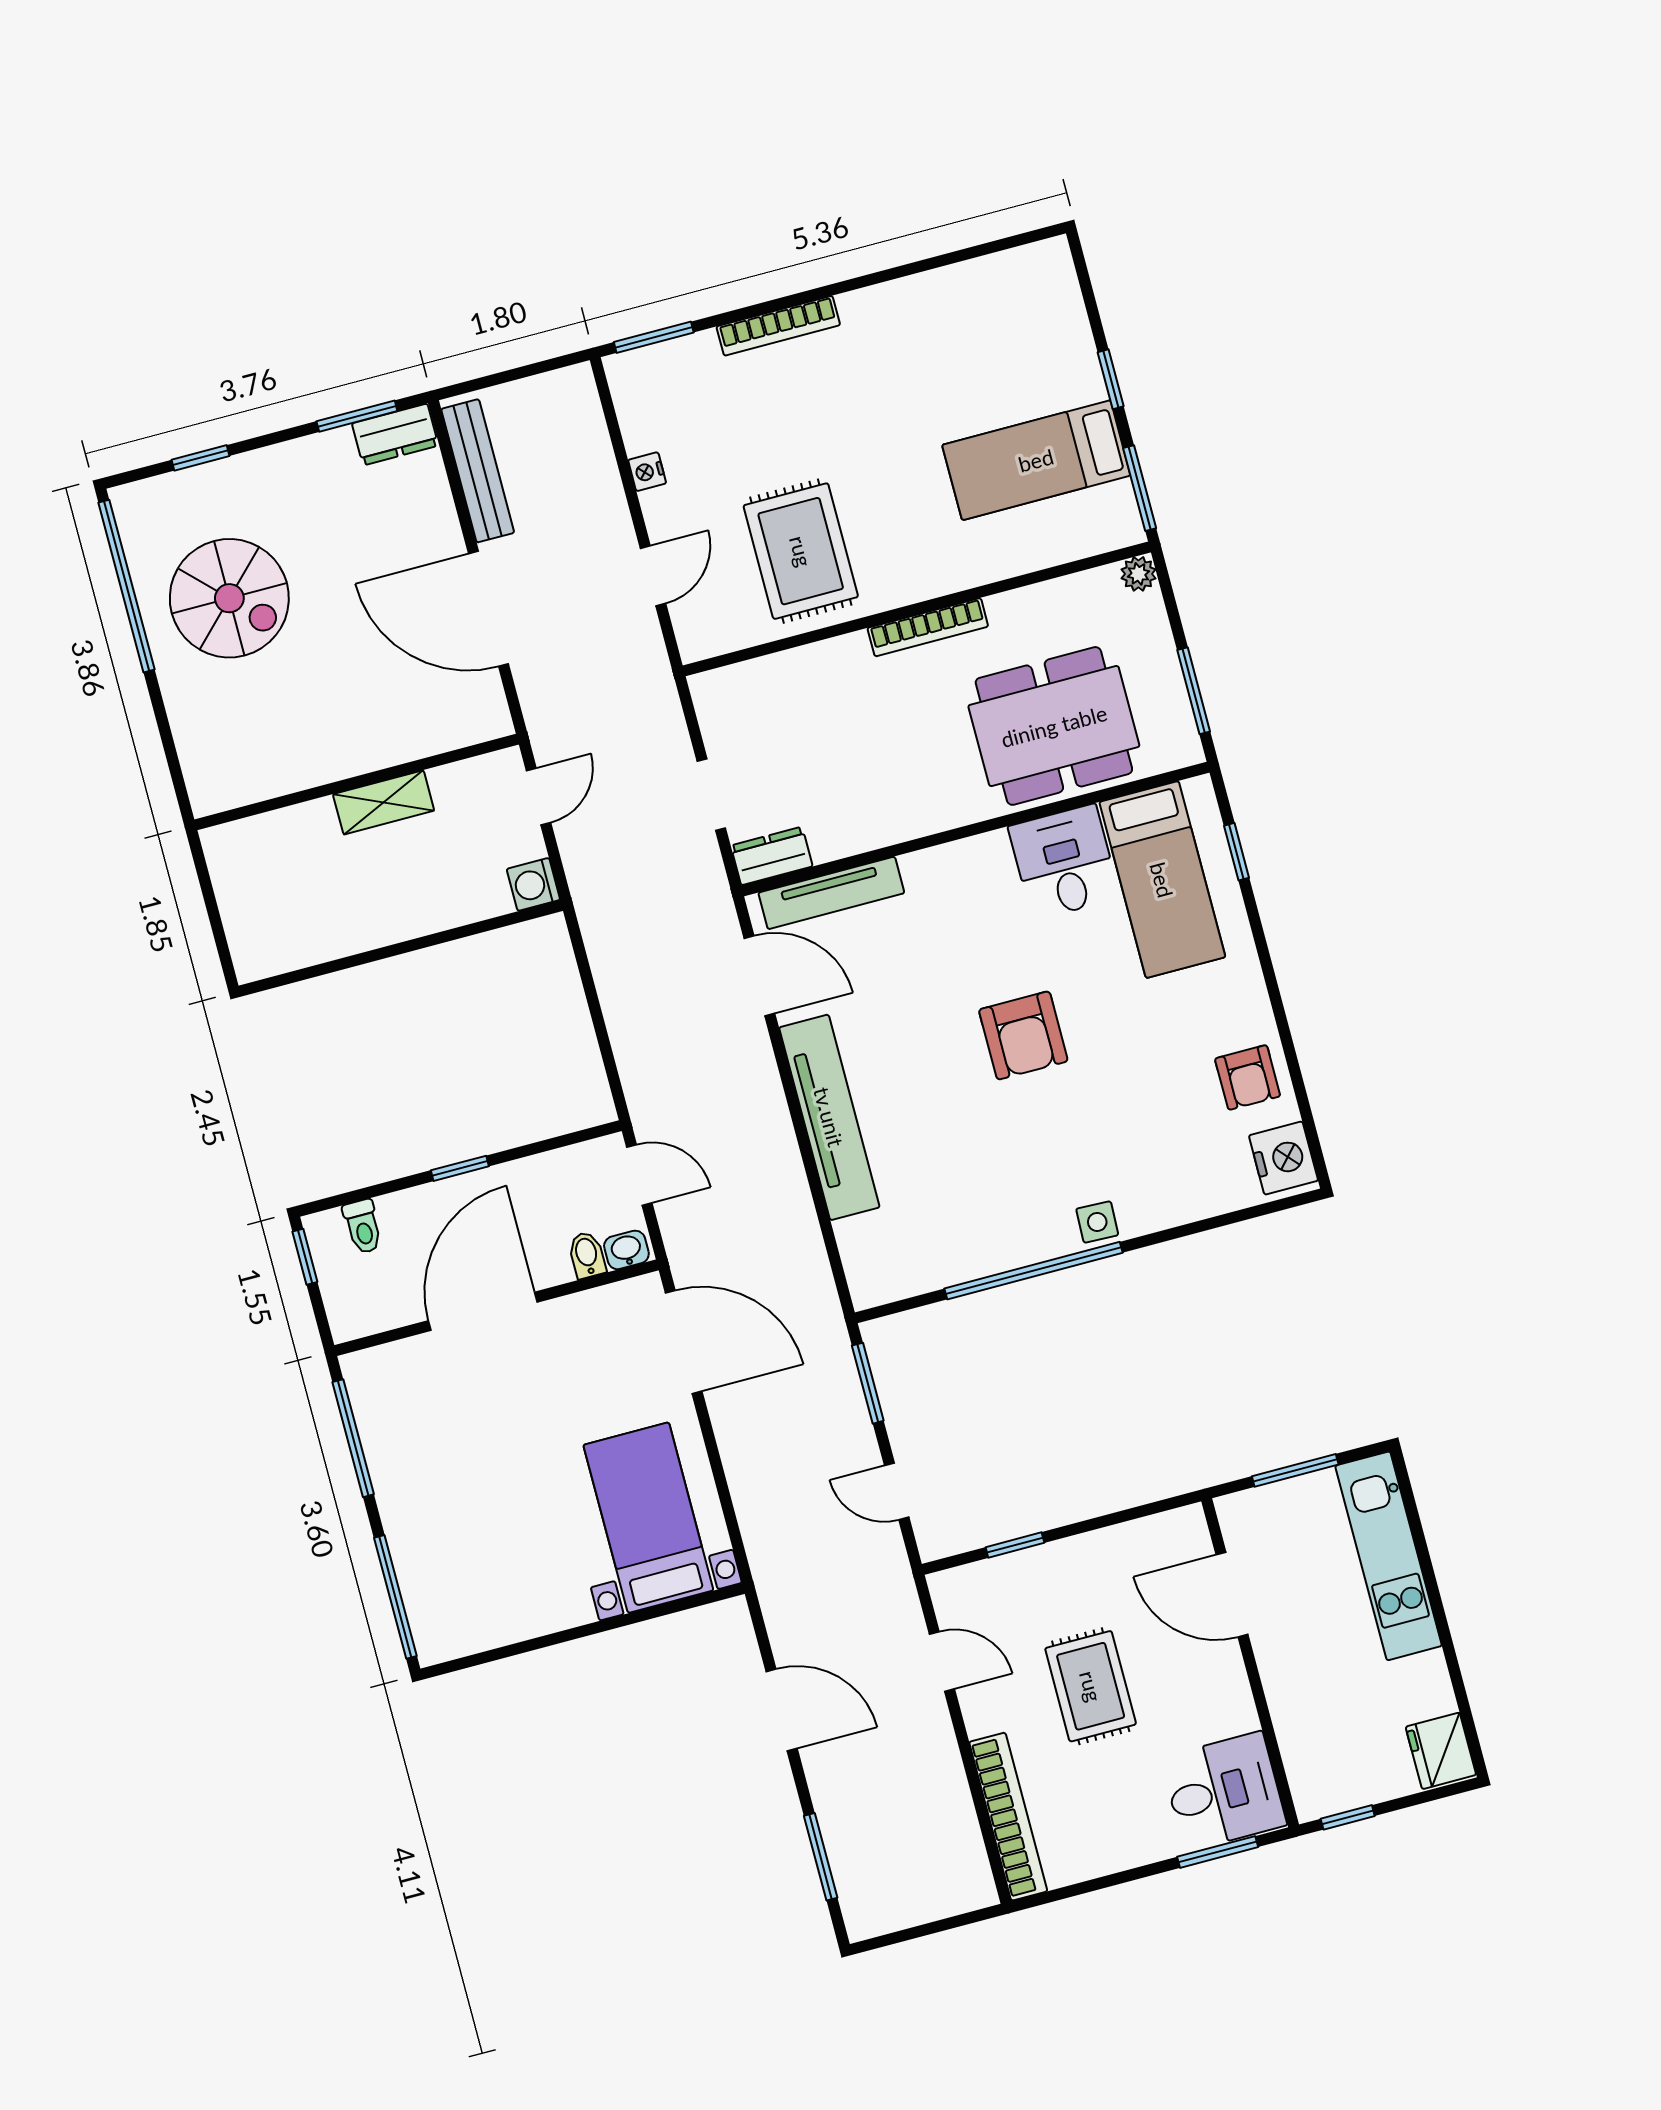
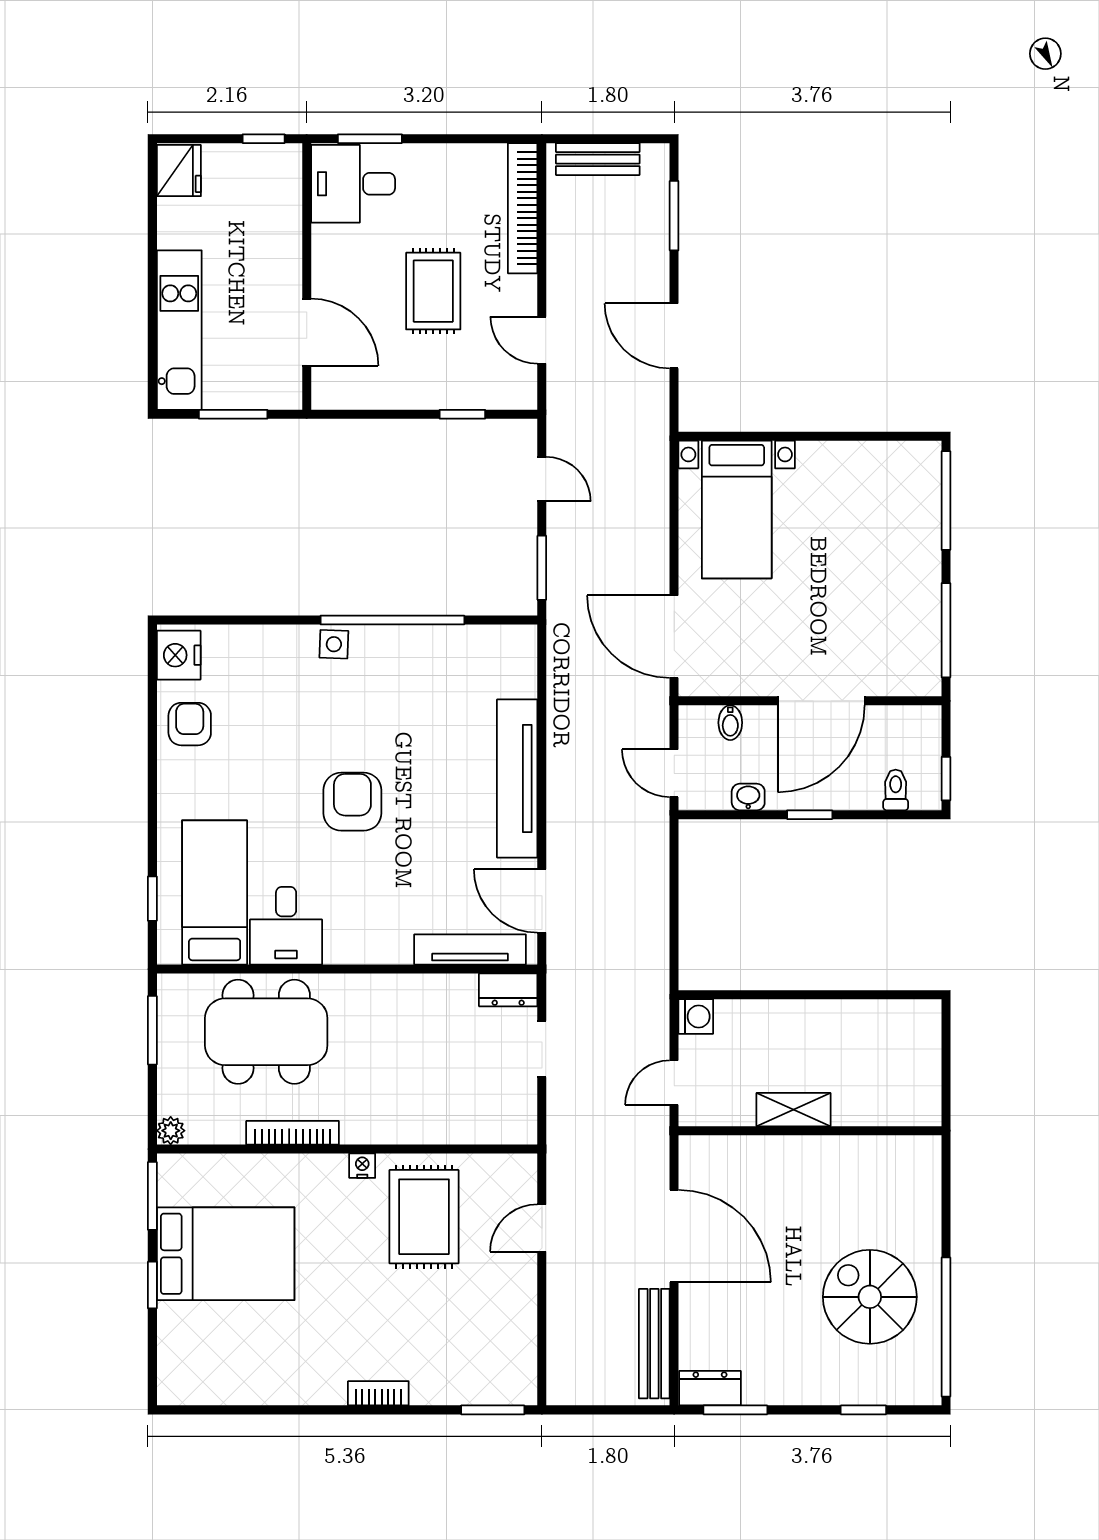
bookcase: (778, 326) -> (378, 1393), width x0.64
bed: (1036, 460) -> (226, 1254), width x1.50
nightstand: (647, 472) -> (362, 1166), moved, turned -90
bookcase: (928, 627) -> (293, 1133), moved
washbasin: (626, 1250) -> (748, 797), moved, turned 180
bench: (932, 1901) -> (598, 159), added

